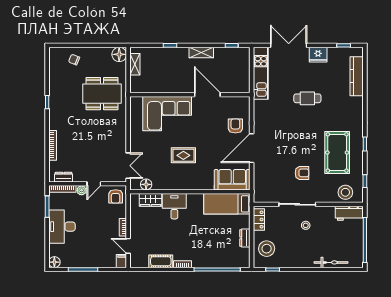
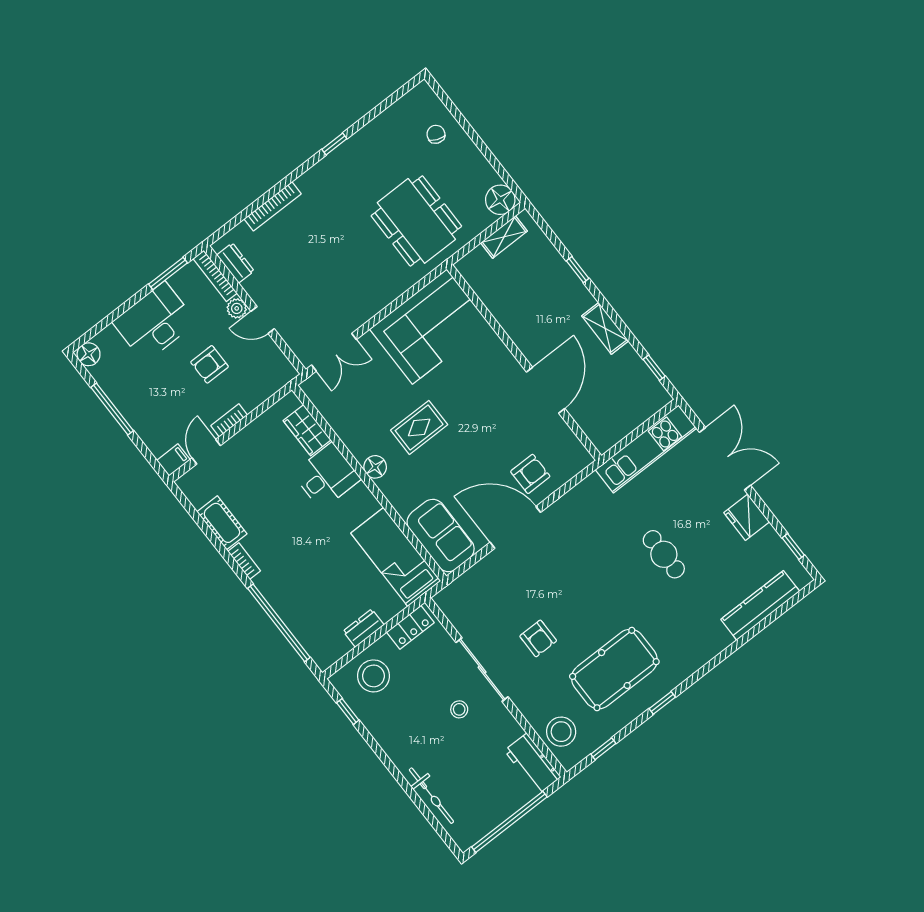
corner sofa: (167, 114) -> (430, 327), moved, turned -90
rug: (183, 155) -> (419, 427), turned 90
floor lamp: (146, 184) -> (375, 467), moved
armchair: (116, 196) -> (209, 364), moved

